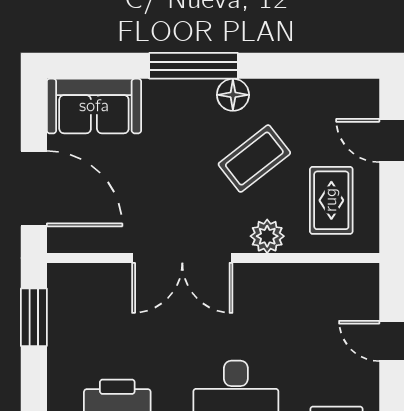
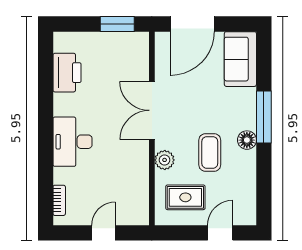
coffee table: (254, 159) -> (210, 152), turned 38

